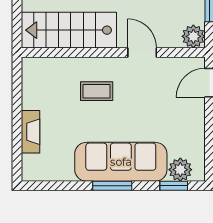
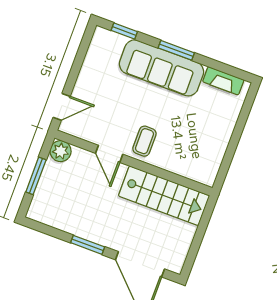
coffee table: (97, 91) -> (144, 141), moved, turned 90
fireplace: (31, 132) -> (223, 81), moved, turned -90
plant: (180, 170) -> (114, 42), removed

